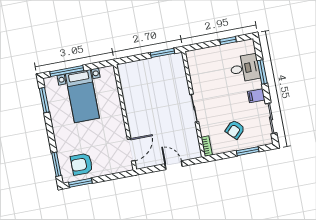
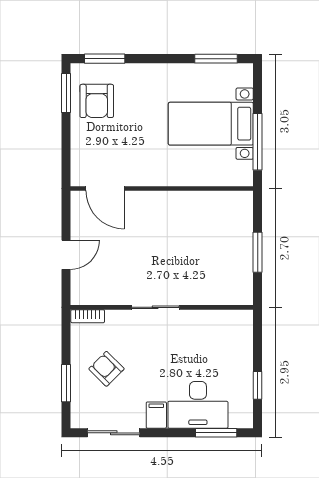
window: (163, 53) -> (258, 252), moved
desk: (245, 68) -> (198, 405), width x1.37
window: (67, 71) -> (258, 142), moved
window: (262, 72) -> (216, 433), moved
armchair: (82, 164) -> (97, 101), turned 180

